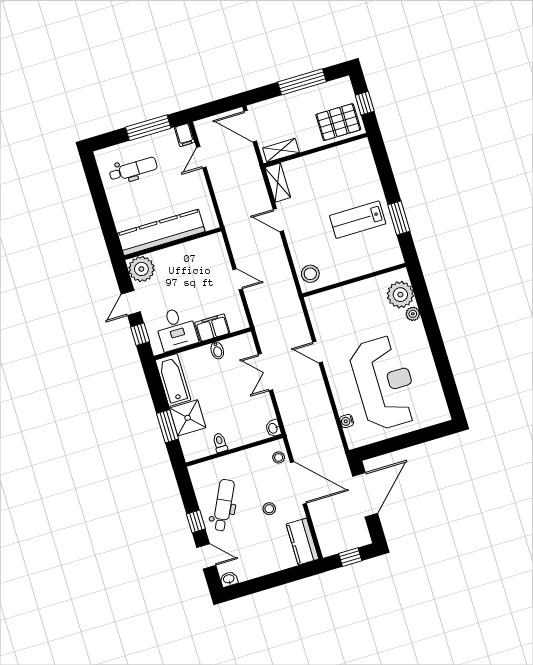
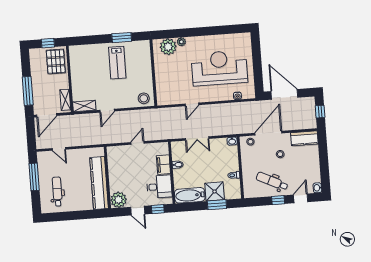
window: (302, 82) -> (28, 91), moved
filing cabinet: (184, 135) -> (43, 156), removed

